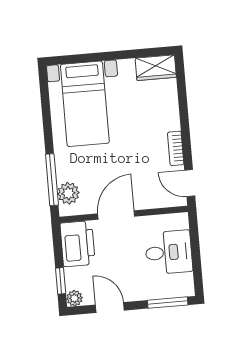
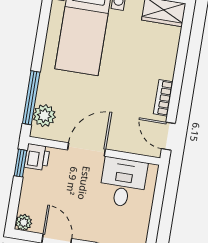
printer: (78, 244) -> (37, 157), width x0.53, depth x0.68
desk: (169, 252) -> (123, 183), moved, turned -90
window: (61, 281) -> (20, 163), moved

